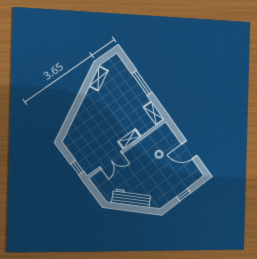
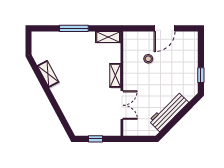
shelving: (99, 78) -> (48, 74), moved
window: (77, 168) -> (95, 139), moved
window: (184, 195) -> (201, 75), moved

